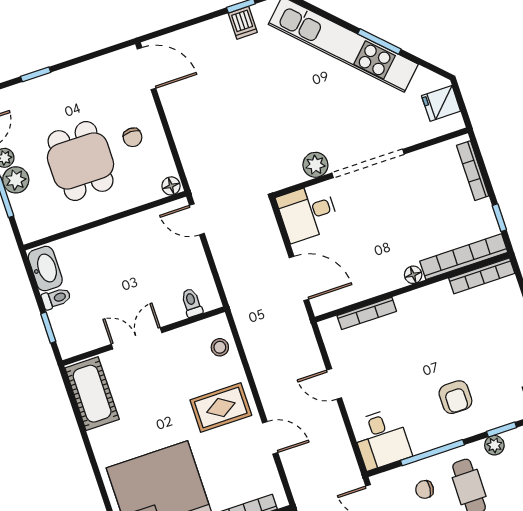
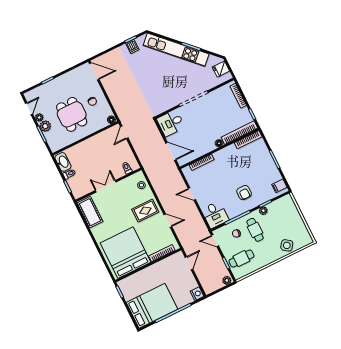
plant: (315, 165) -> (171, 102), removed
door: (197, 219) -> (124, 132), hinge flipped

